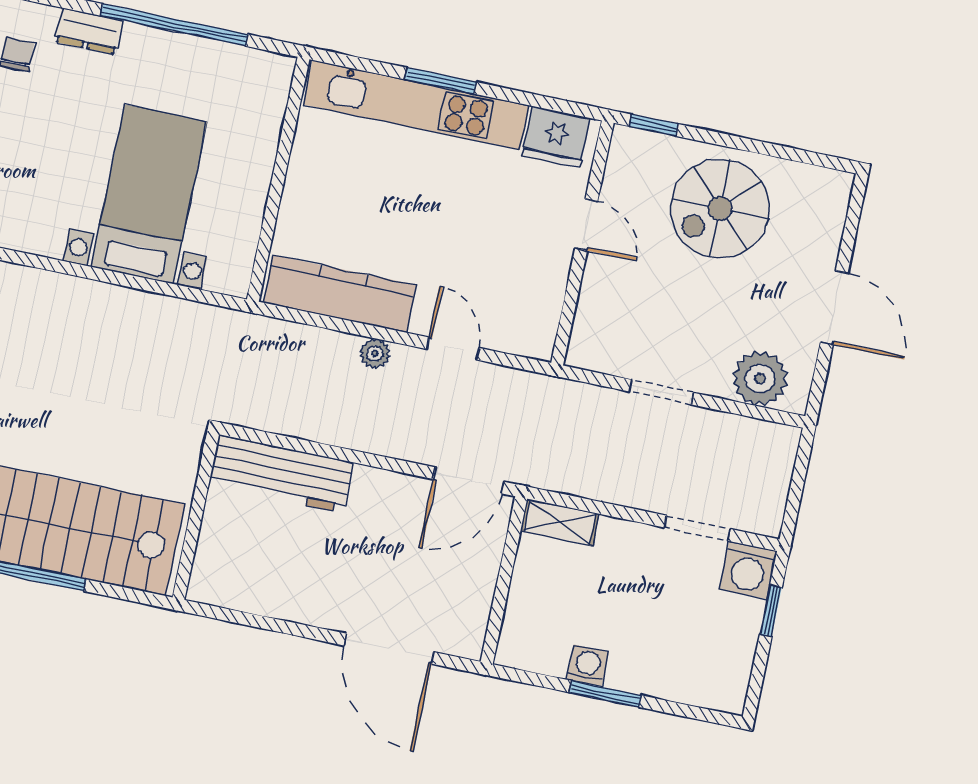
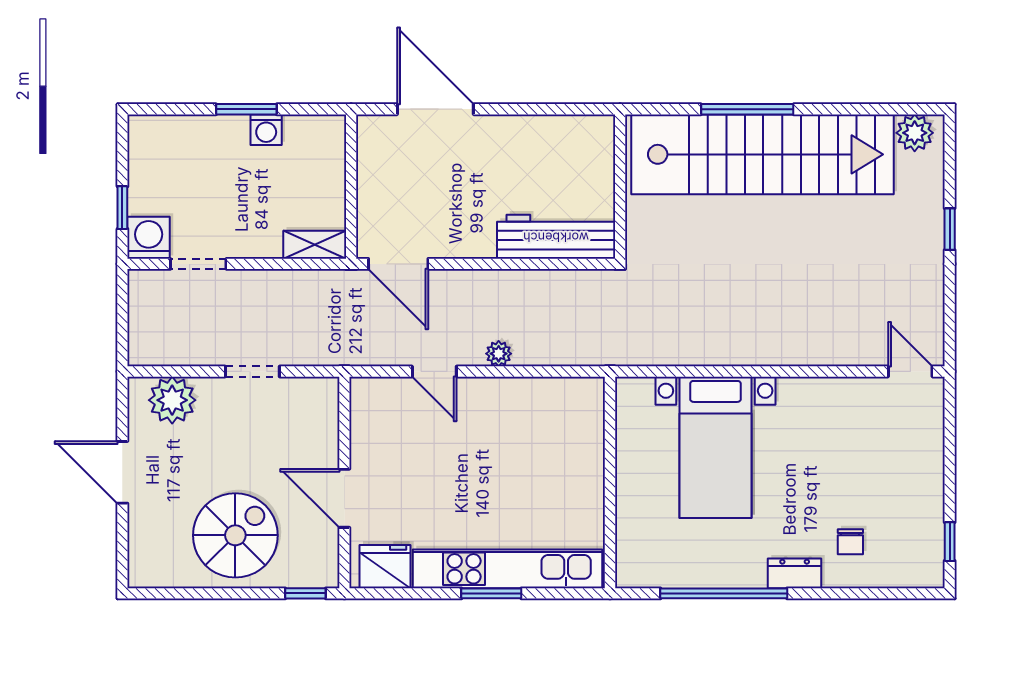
door: (586, 225) -> (344, 498), width x1.38
kitchen counter: (340, 294) -> (538, 397), removed
door: (468, 480) -> (398, 264), swing flipped

